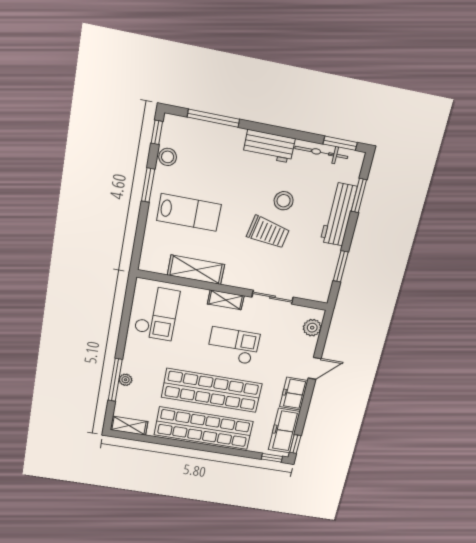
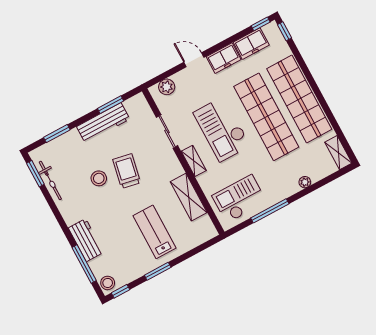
workbench: (269, 146) -> (86, 240), moved
stool: (168, 157) -> (108, 283), moved
workbench: (339, 214) -> (103, 123), moved
checkout: (233, 346) -> (222, 129), width x1.36, depth x1.21
window: (115, 380) -> (270, 211), moved
freezer: (284, 431) -> (251, 44), width x0.71

